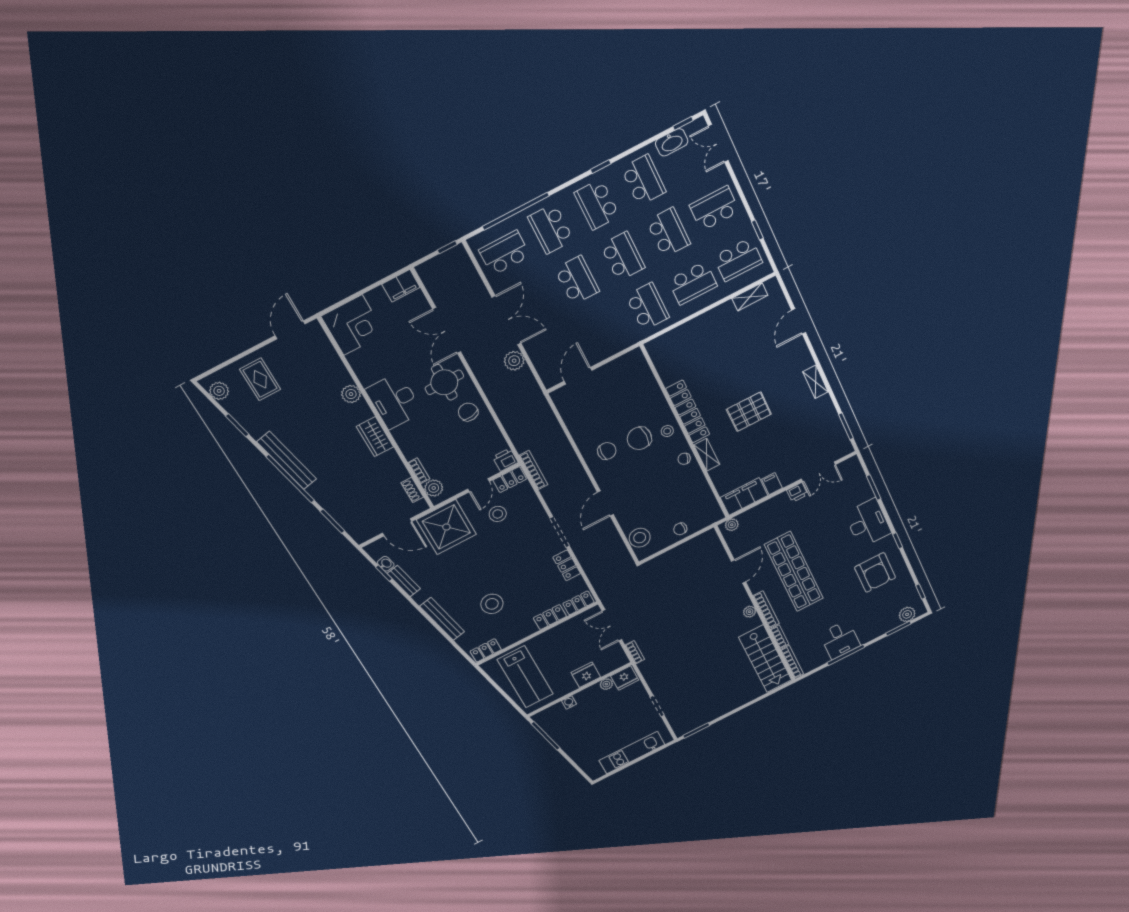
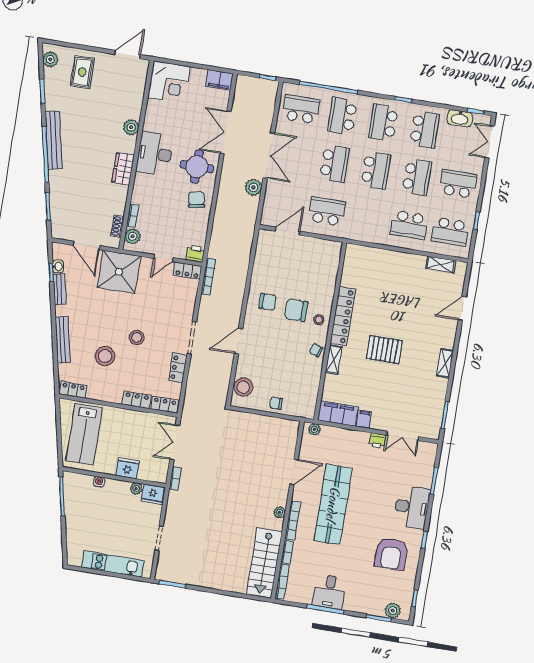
school desk: (648, 307) -> (327, 211), moved, turned -90
stool: (498, 514) -> (137, 337), moved

